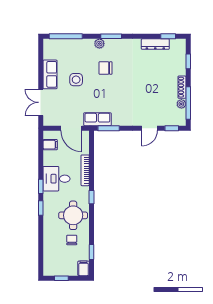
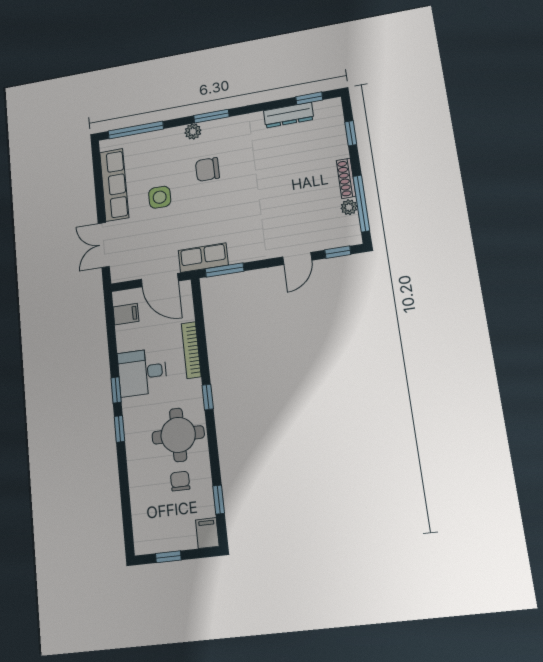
row of seats: (50, 74) -> (114, 185), width x1.48

